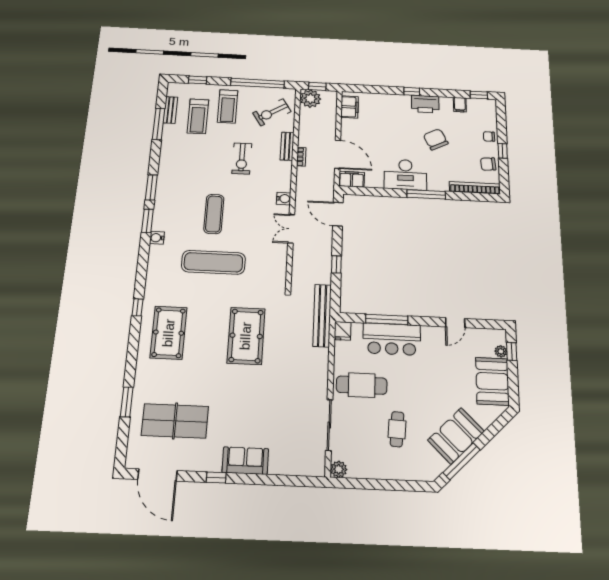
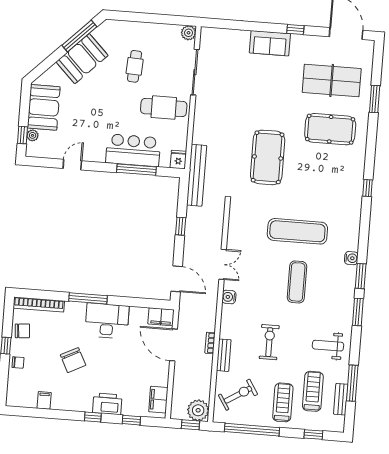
window: (479, 95) -> (131, 420), moved
printer: (425, 104) -> (107, 404), moved
weight bench: (182, 157) -> (328, 346), added
pool table: (169, 333) -> (330, 129), moved, turned 90

